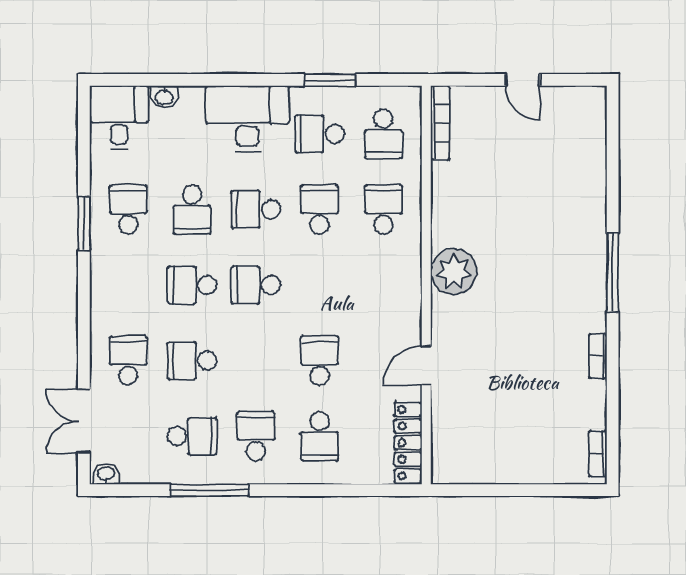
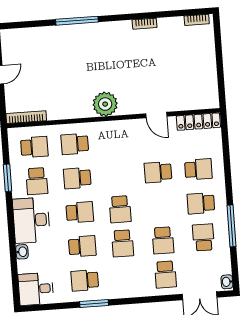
washbasin: (164, 97) -> (22, 252), moved
school desk: (256, 209) -> (80, 212), turned -90
window: (613, 273) -> (77, 21), moved
school desk: (128, 361) -> (165, 274), turned -90

